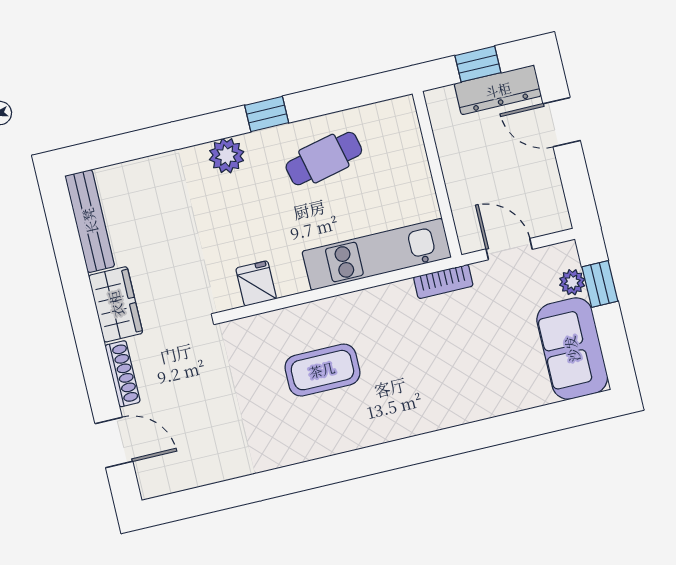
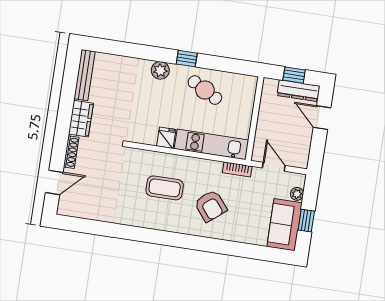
cafe table: (324, 159) -> (205, 90), turned 42
fridge: (256, 283) -> (166, 138), moved
window: (600, 284) -> (306, 221), moved
armchair: (421, 369) -> (211, 206), added
door: (114, 443) -> (54, 182), hinge flipped

